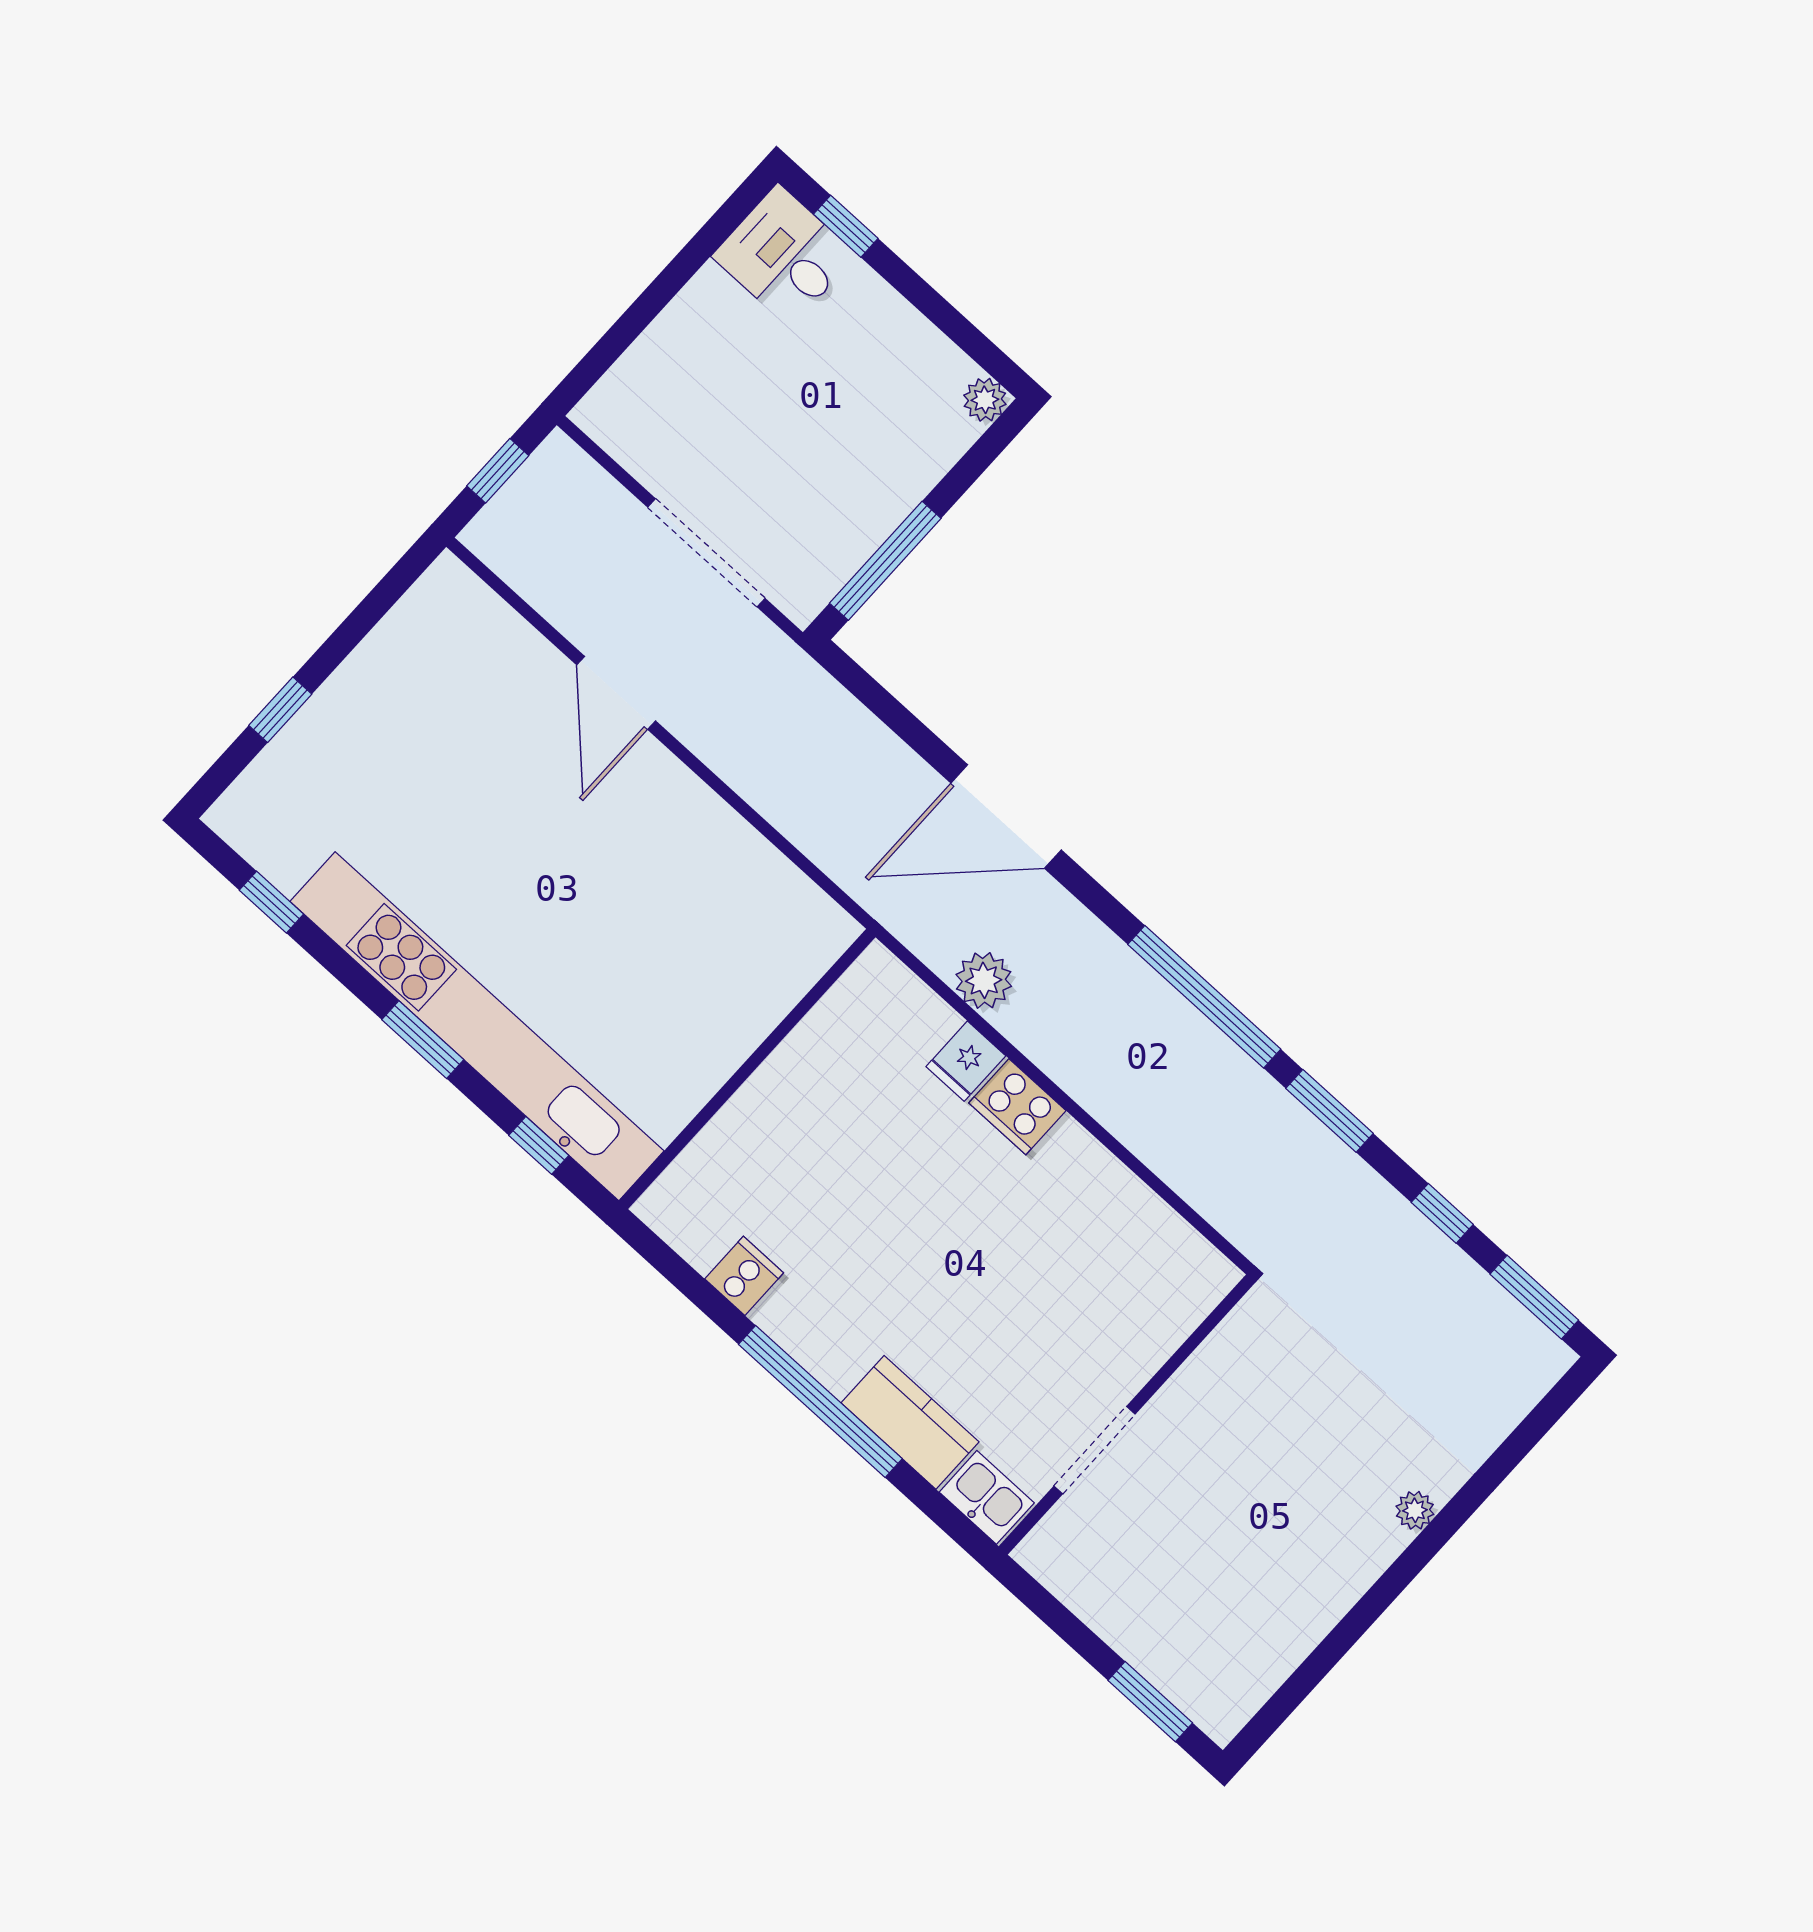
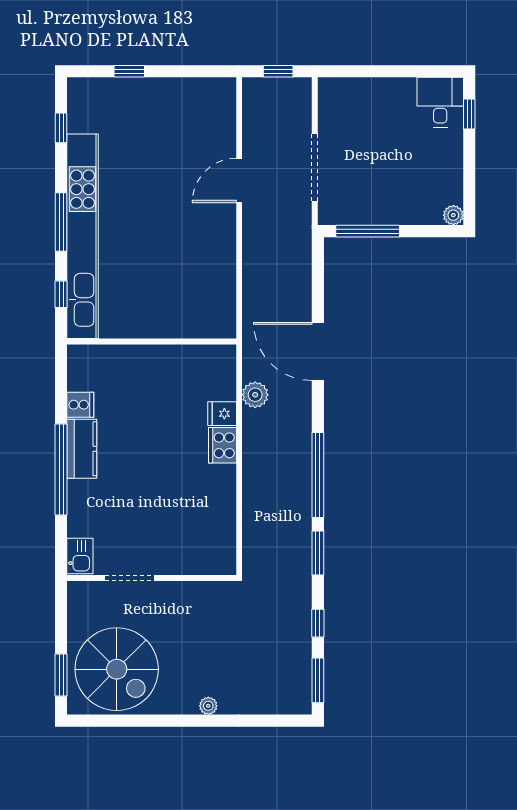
window: (423, 1040) -> (61, 222), width x1.44
kitchen counter: (910, 1422) -> (82, 449), moved
spiral stairs: (1222, 1604) -> (117, 669), added

